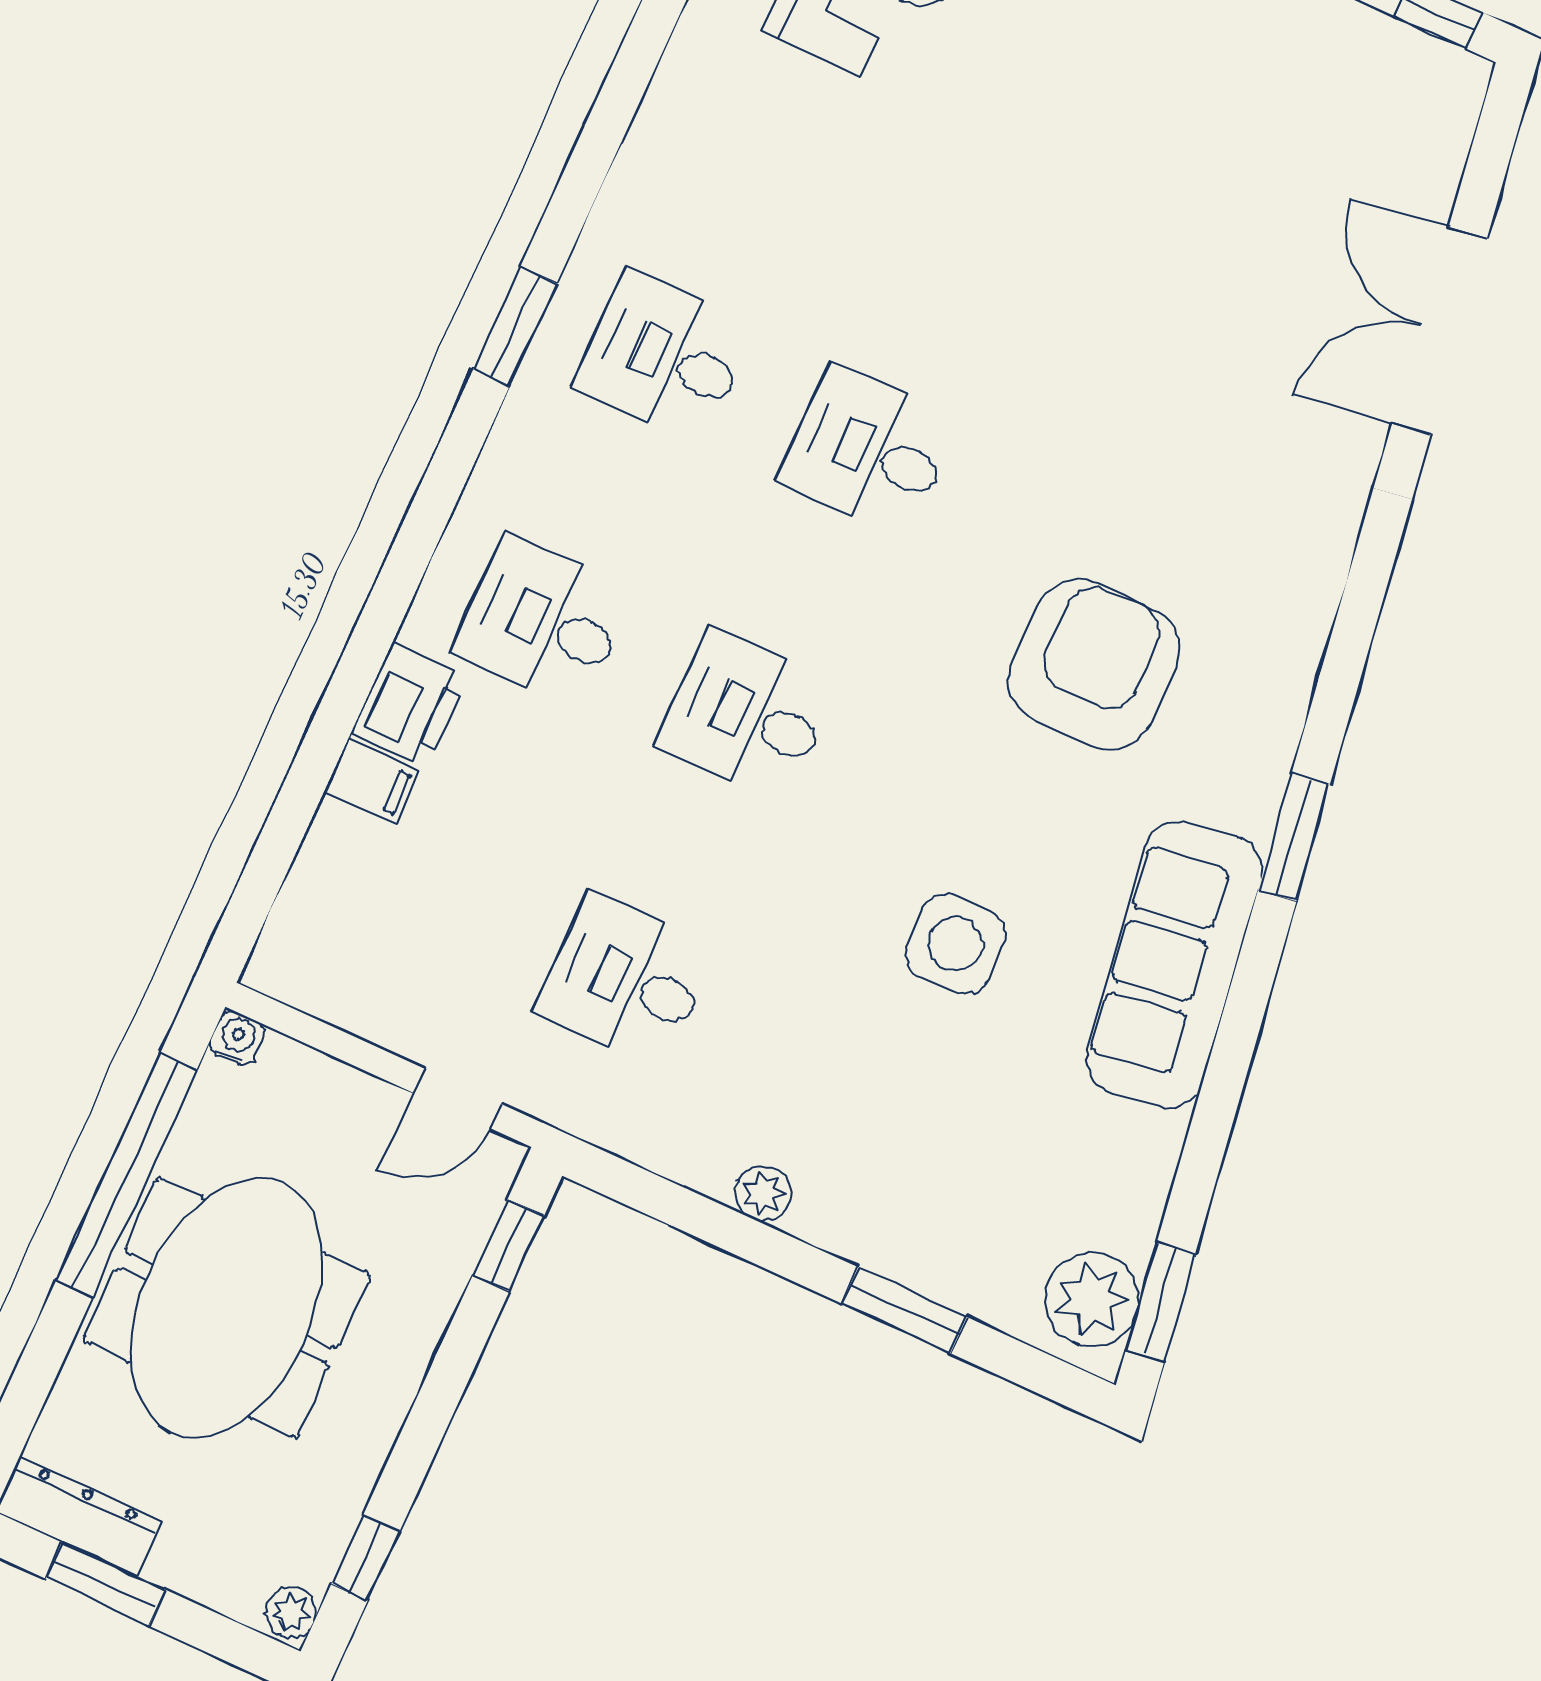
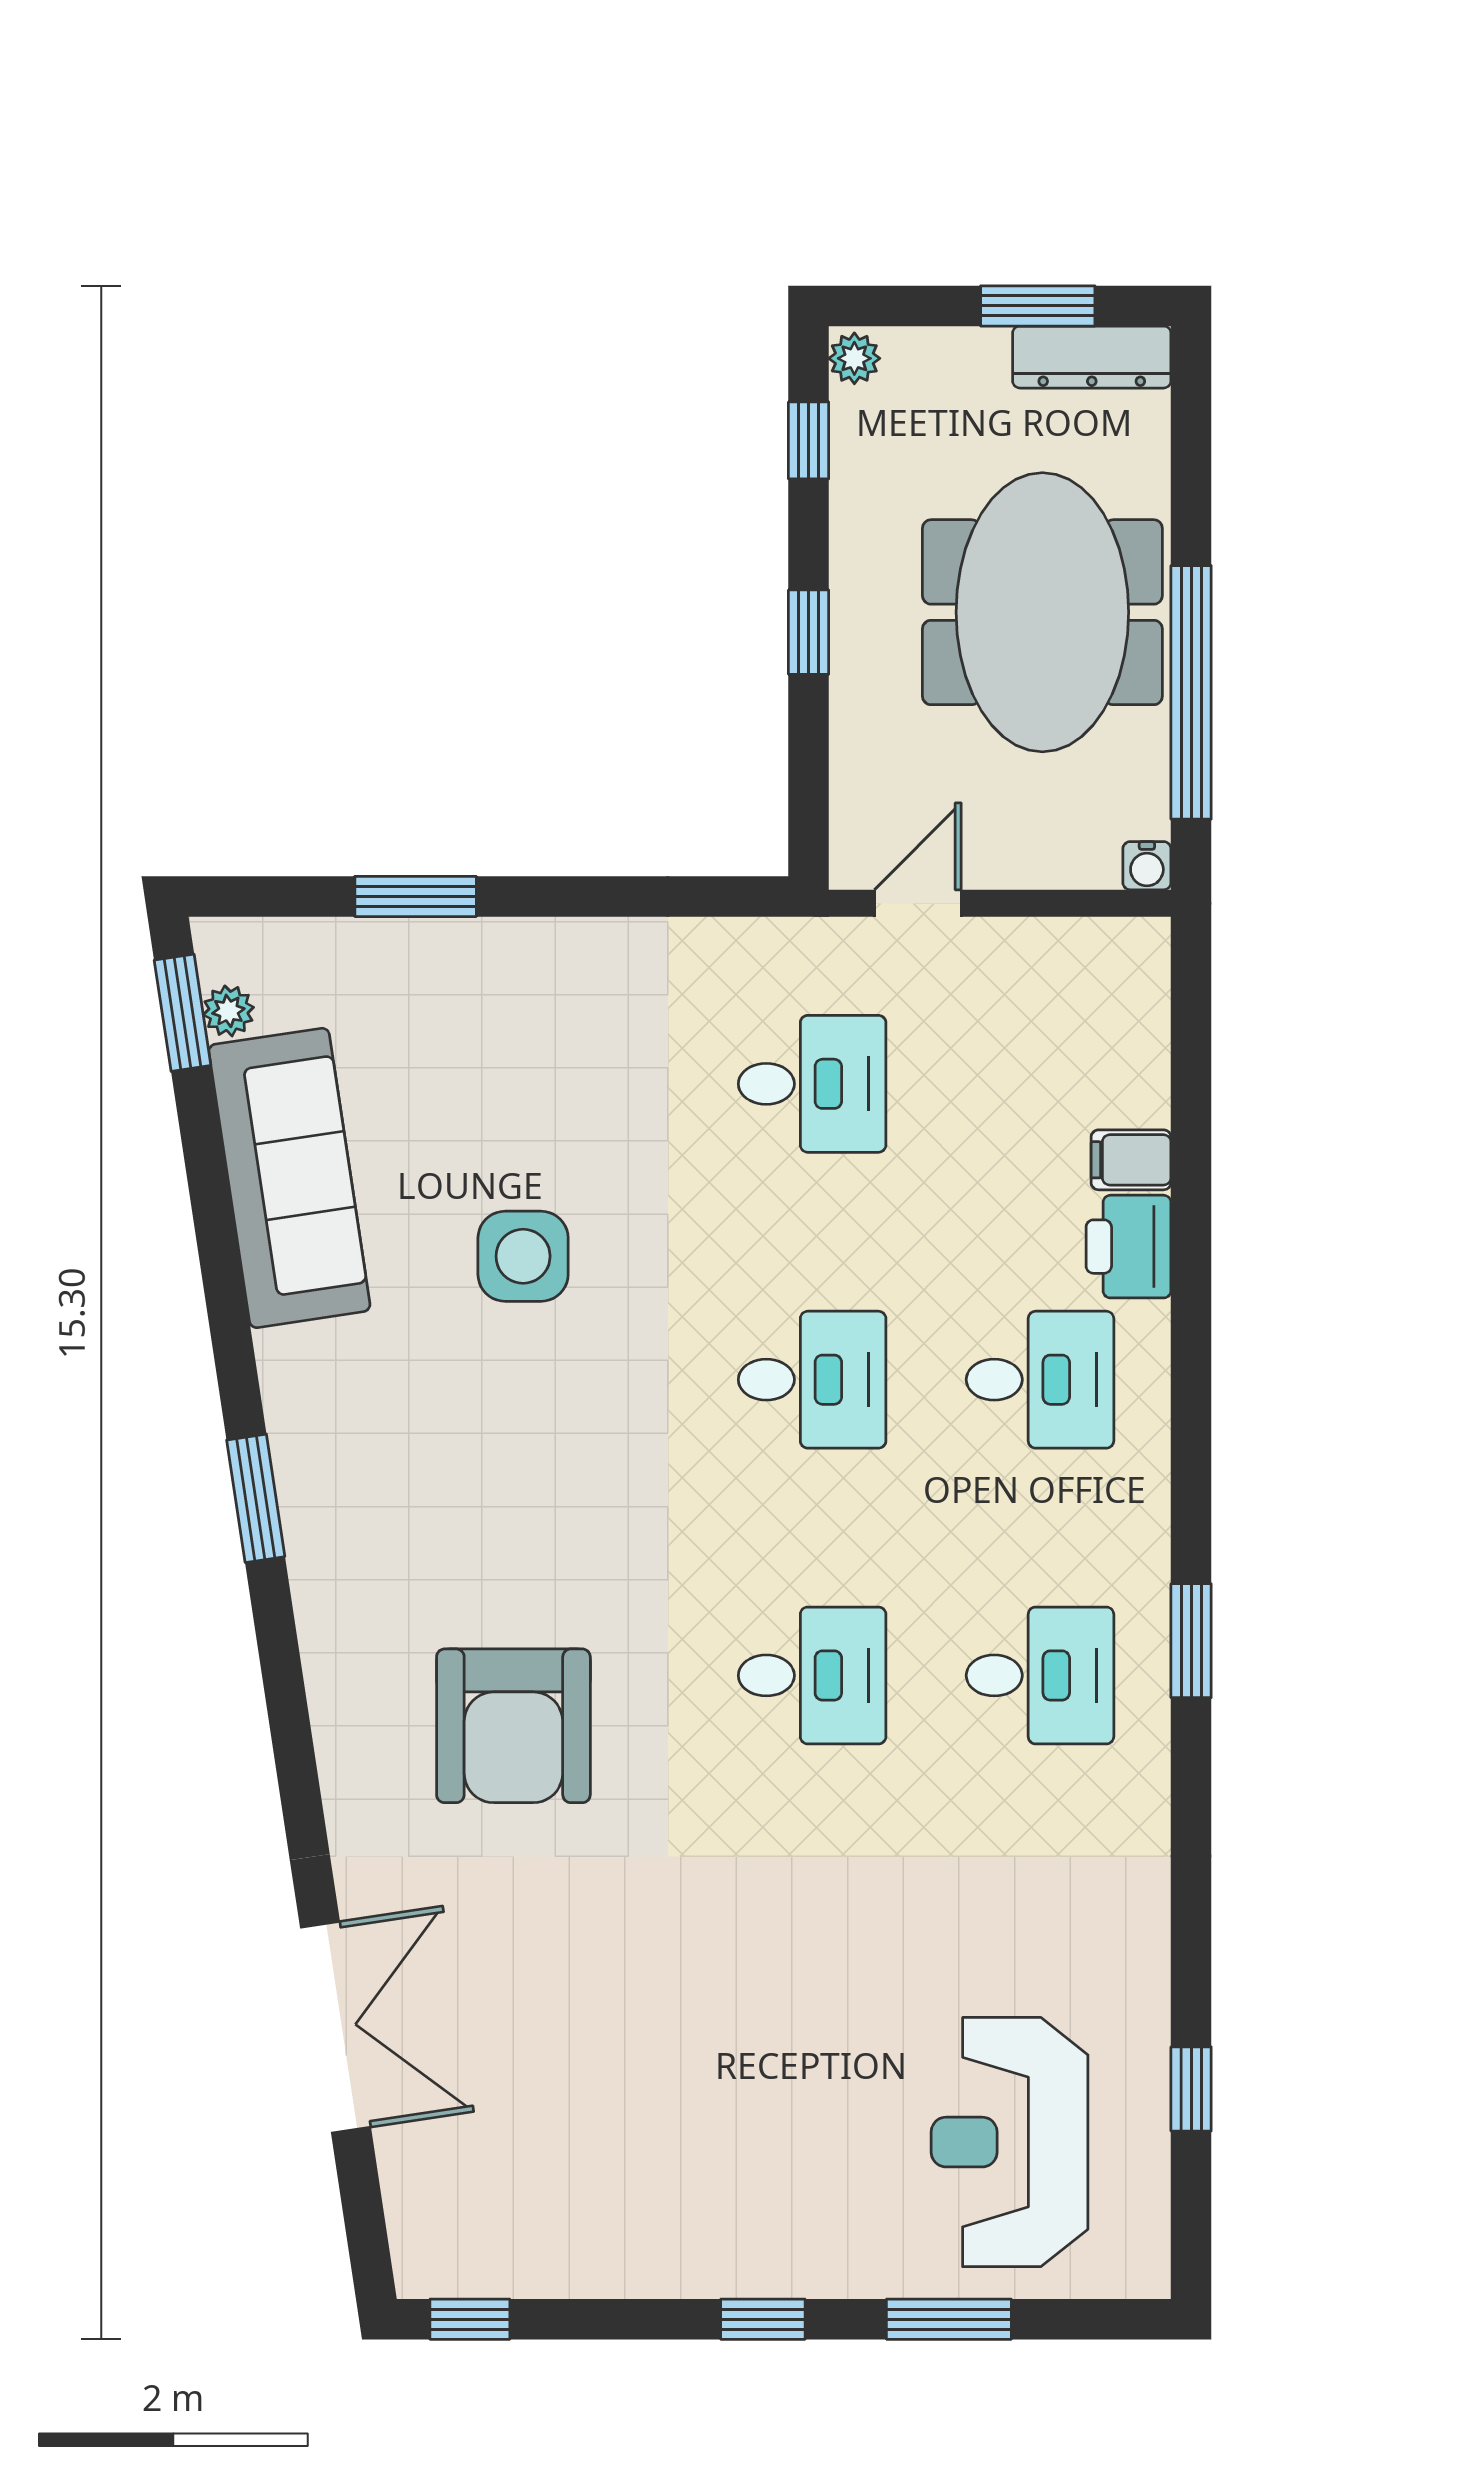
armchair: (1094, 664) -> (513, 1726), moved
sofa: (1174, 965) -> (289, 1178), moved
plant: (763, 1194) -> (595, 945), removed
window: (508, 1245) -> (809, 632), moved
plant: (1092, 1300) -> (228, 1011), width x0.53, depth x0.53

